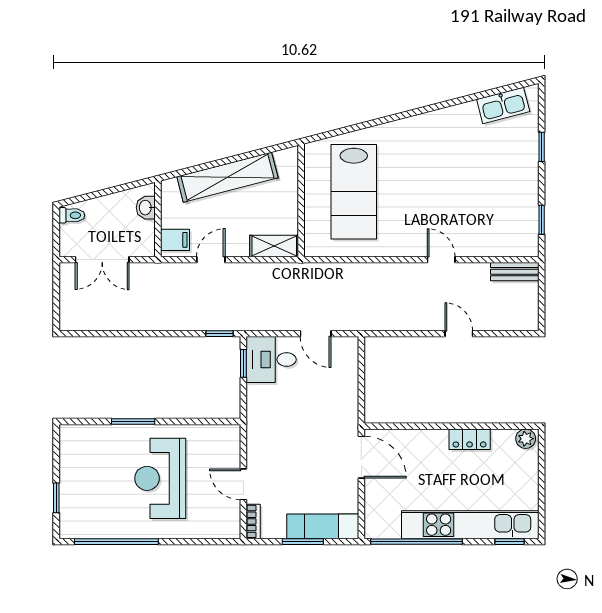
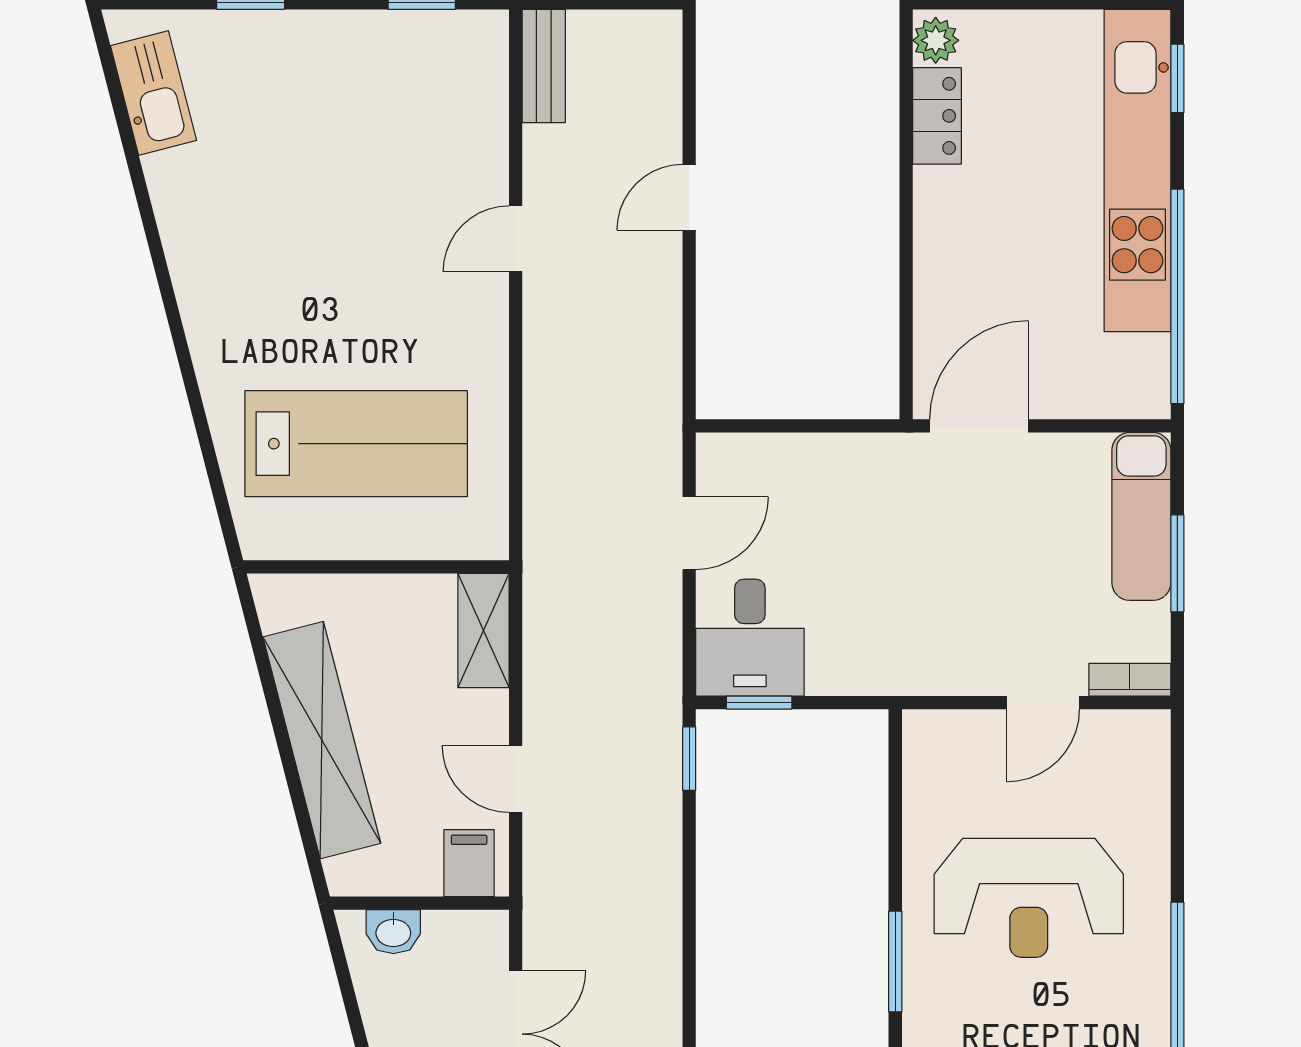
locker: (470, 439) -> (937, 116), moved

